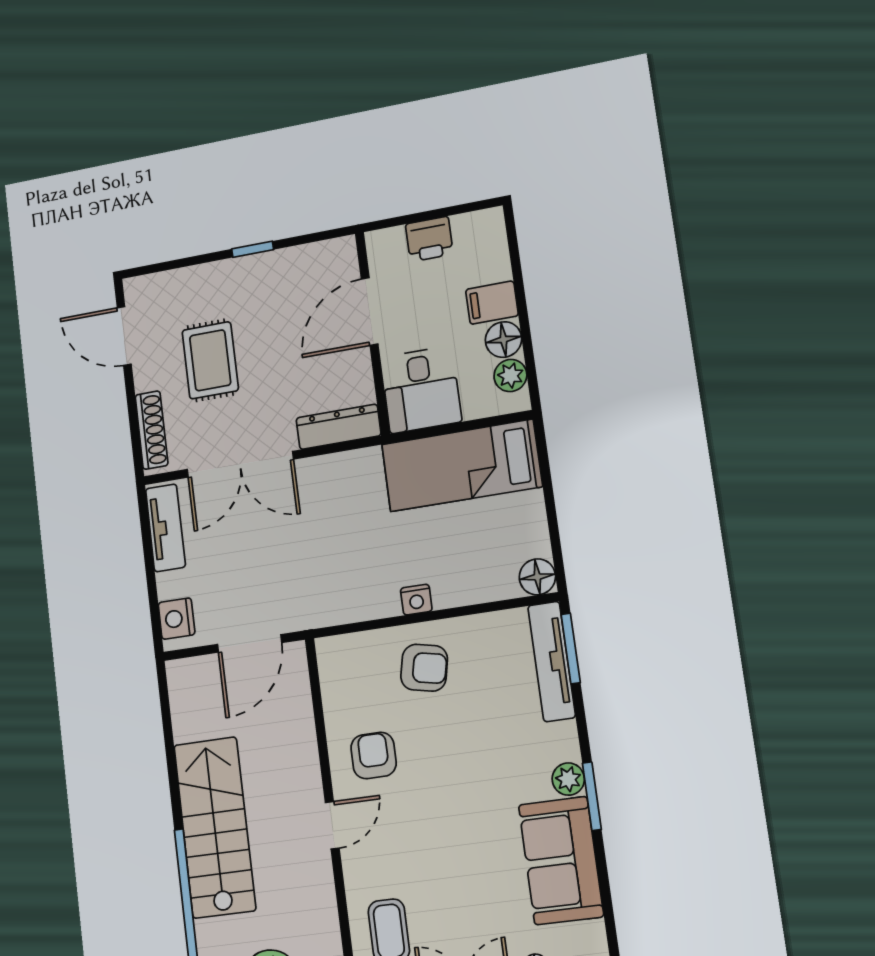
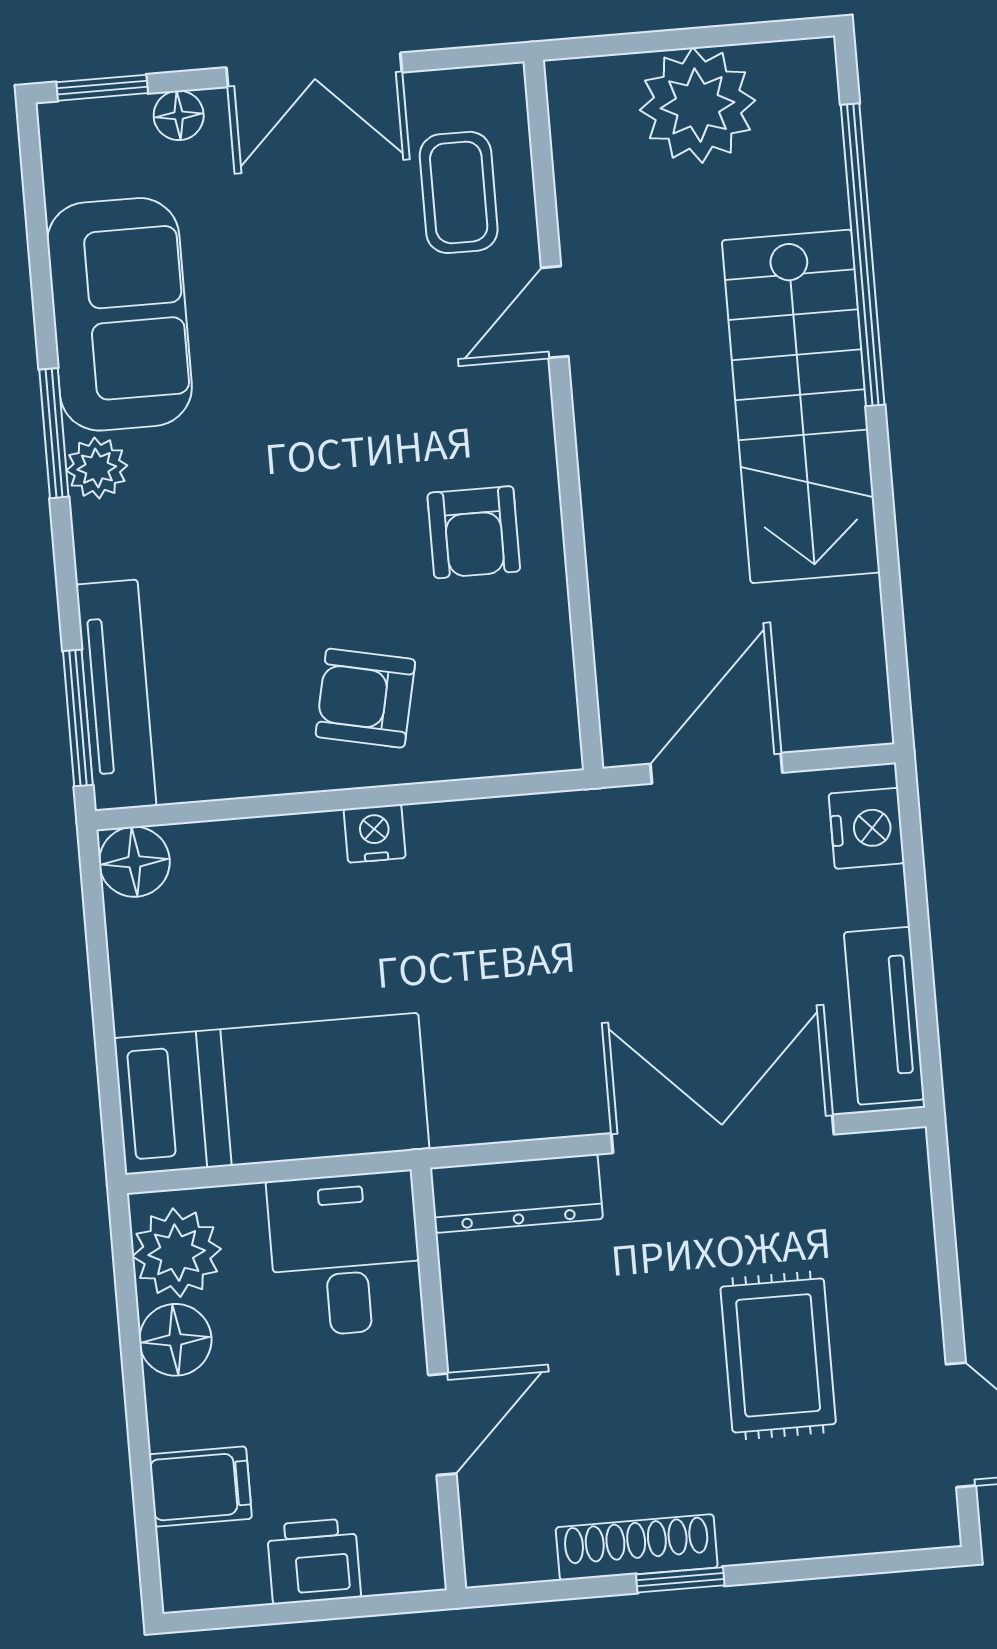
filing cabinet: (492, 303) -> (200, 1487), moved
door: (370, 311) -> (442, 1424), width x0.73
plant: (510, 376) -> (177, 1253), width x1.38, depth x1.38
shoe rack: (152, 430) -> (637, 1547), moved, turned 90
door: (332, 825) -> (555, 312), moved

